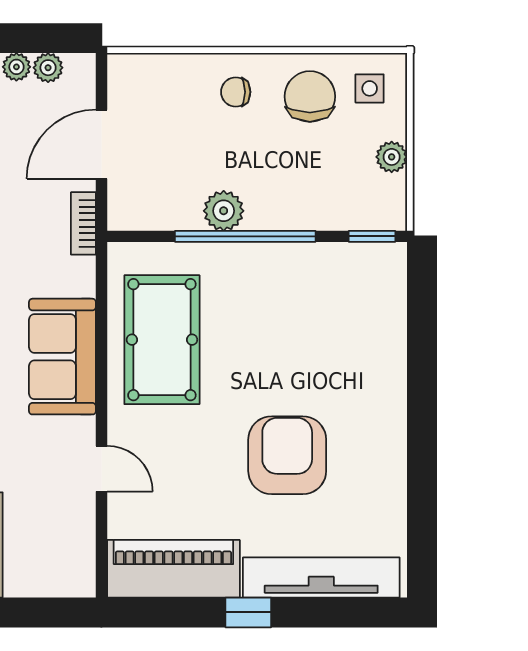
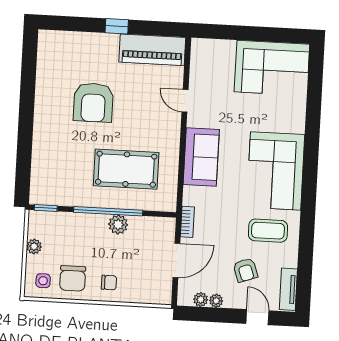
pool table: (162, 340) -> (126, 169), moved, turned 90
tv unit: (321, 578) -> (80, 41), removed

